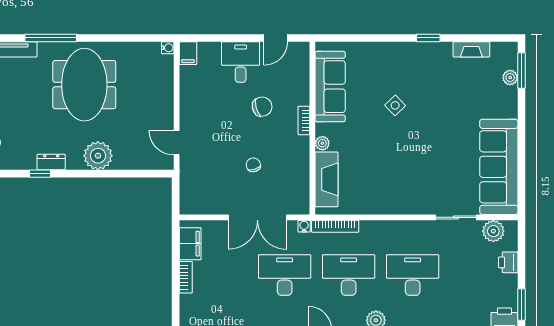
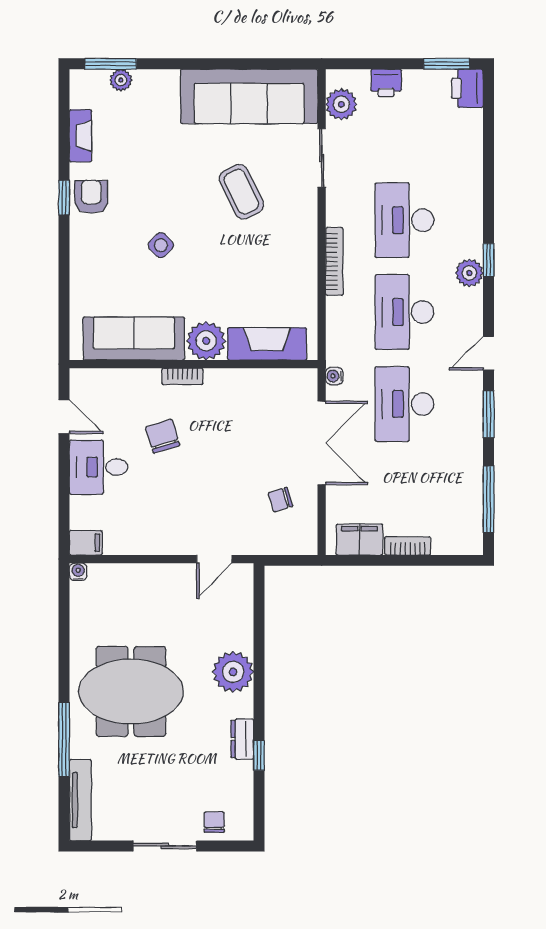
armchair: (429, 57) -> (91, 197), added
plant: (322, 143) -> (206, 341), width x1.88, depth x1.88
coffee table: (432, 161) -> (241, 192), added
chair: (253, 165) -> (280, 500), moved
bookcase: (335, 226) -> (334, 261), moved

